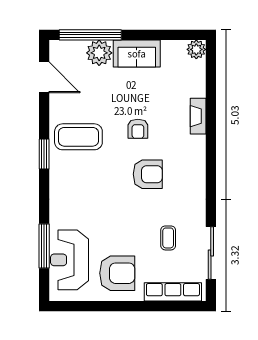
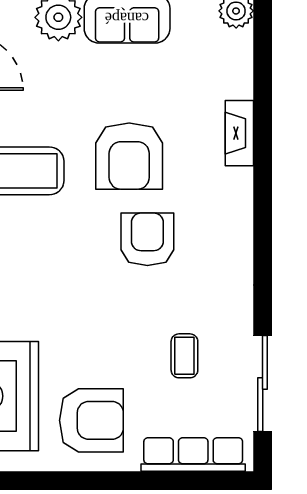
armchair: (138, 129) -> (129, 156), width x1.88, depth x1.88
armchair: (148, 174) -> (147, 239), turned -90

